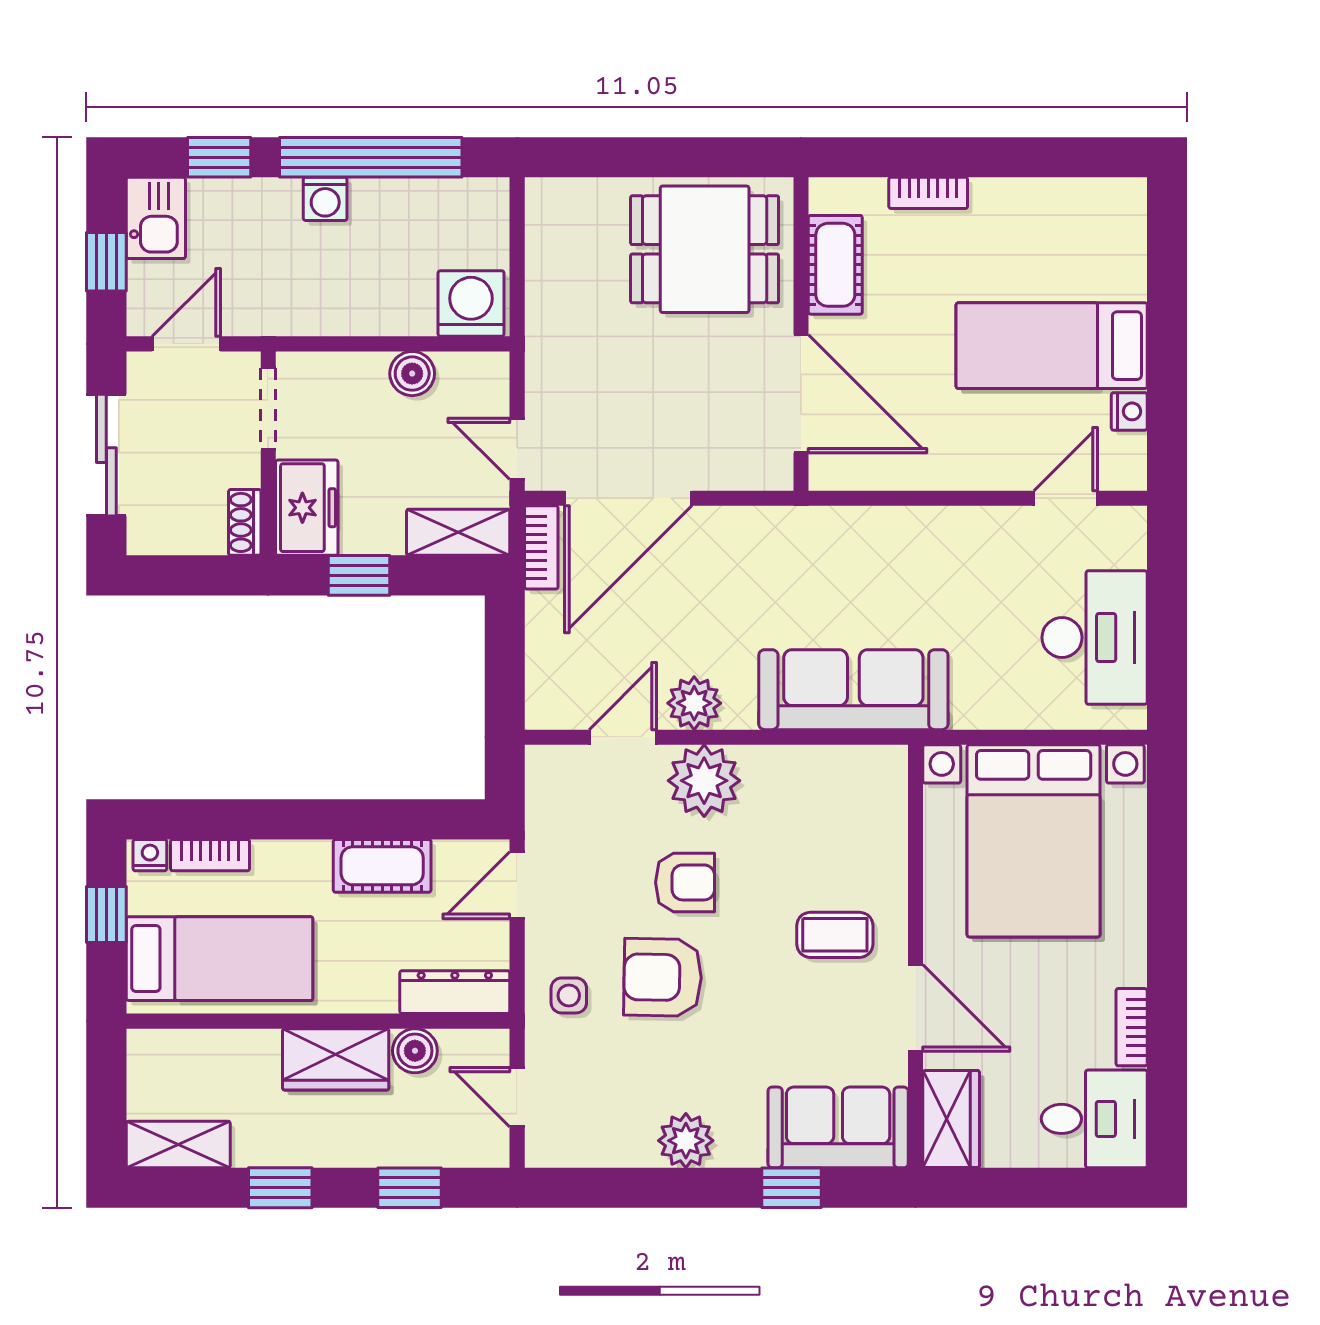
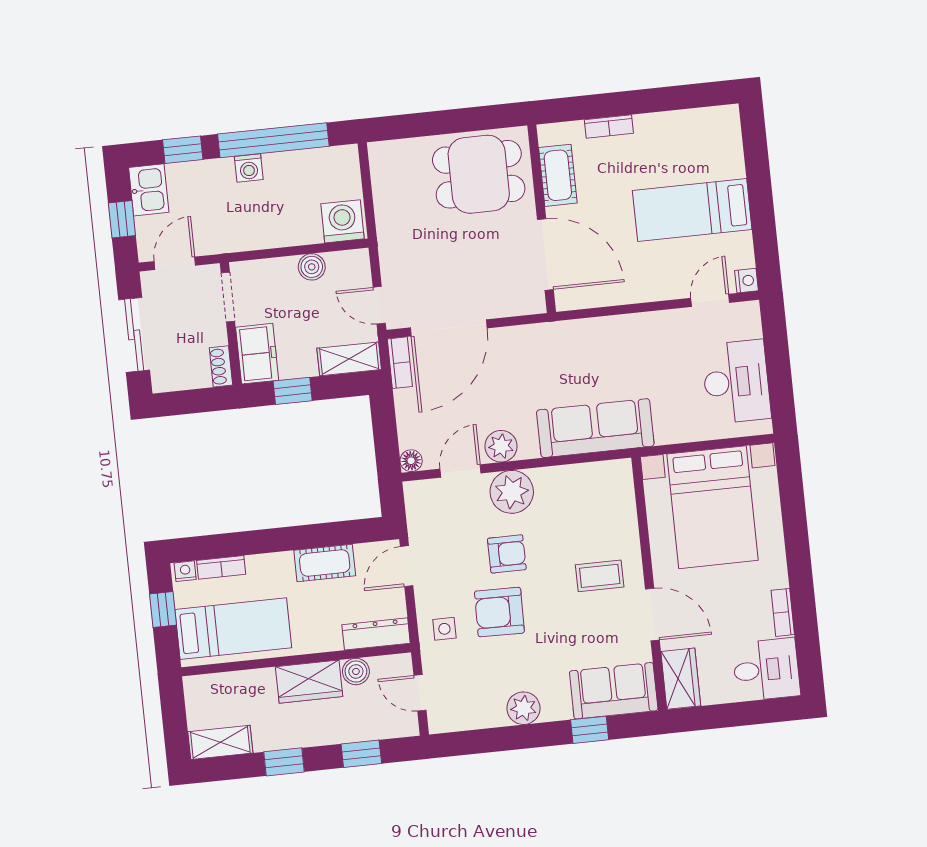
nightstand: (1129, 411) -> (746, 281), moved
floor lamp: (543, 712) -> (411, 461), added

